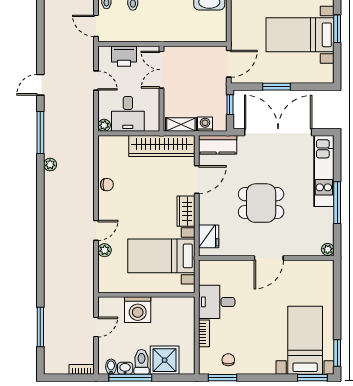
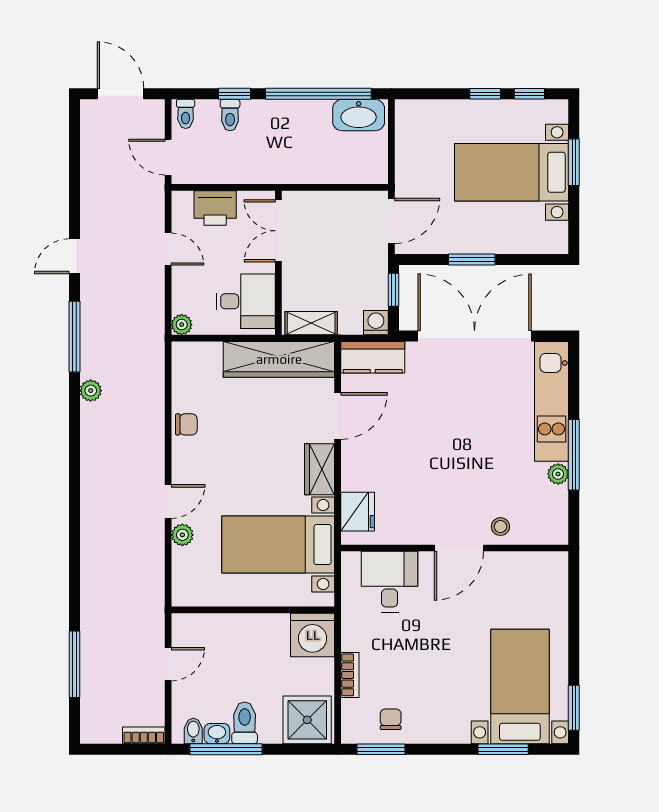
desk: (128, 114) -> (246, 301), moved, turned -90
washing machine: (205, 124) -> (376, 323), moved
dining table: (261, 203) -> (446, 455), removed
stool: (293, 245) -> (500, 527), added
plant: (328, 249) -> (558, 474), moved
desk: (217, 302) -> (390, 582), moved, turned 90
washing machine: (138, 310) -> (313, 635), moved
shower: (165, 360) -> (307, 720), moved
window: (312, 378) -> (503, 749), moved

